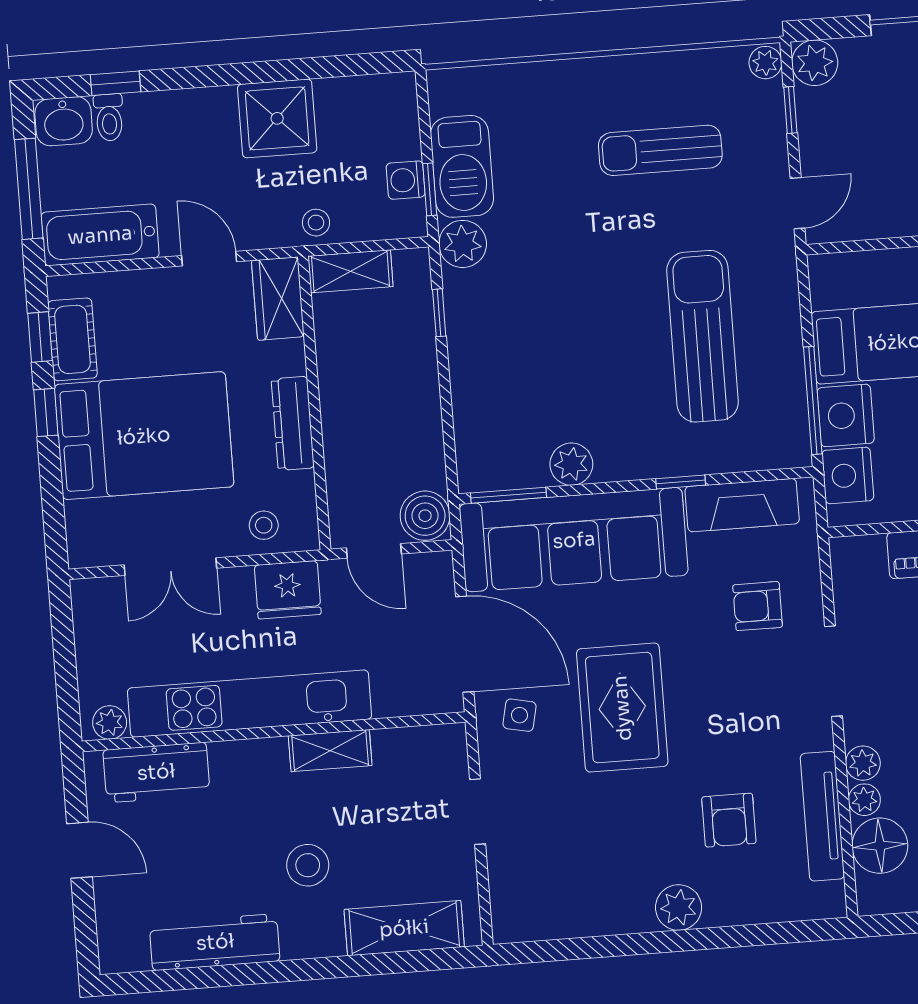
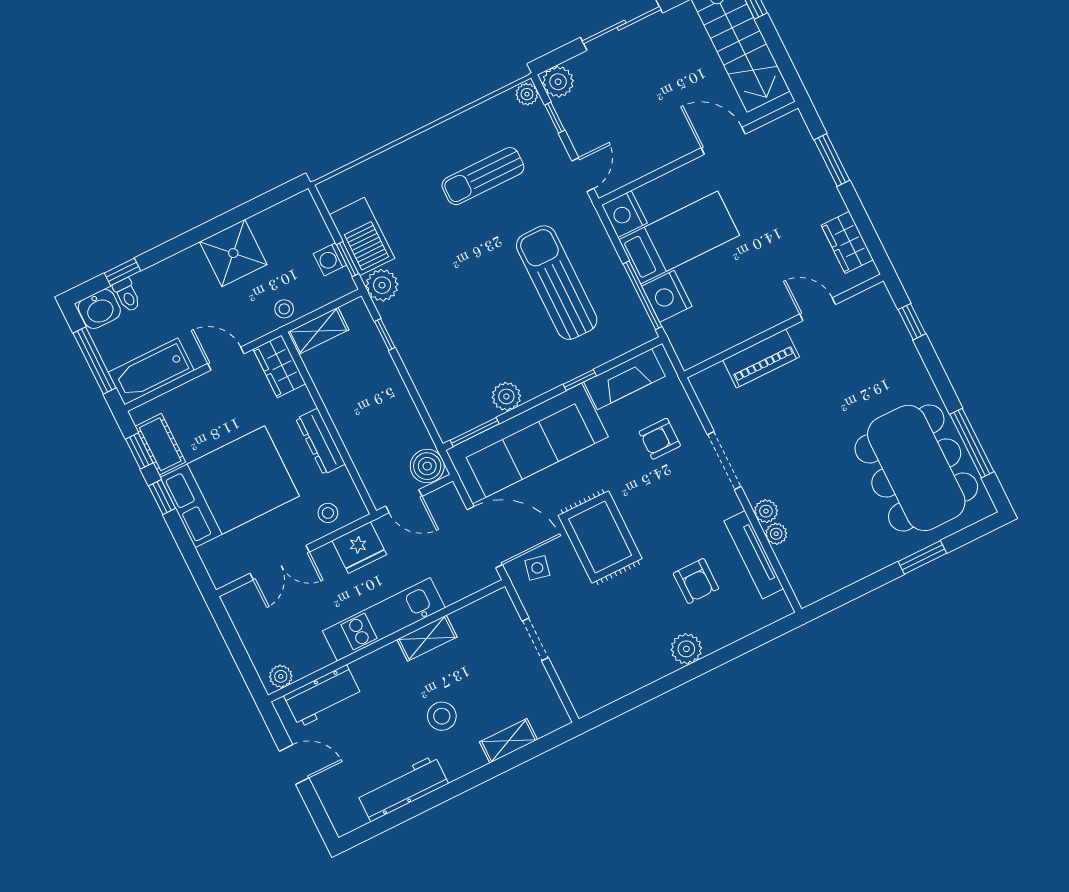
nightstand: (848, 475) -> (624, 214), moved
kitchen unit: (250, 704) -> (384, 619), width x0.73
floor lamp: (880, 846) -> (798, 559), removed
shelving: (404, 928) -> (508, 741), width x0.67, depth x0.75

